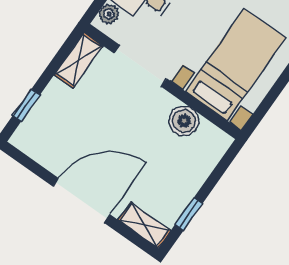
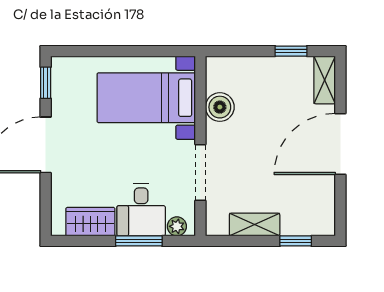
shelving: (79, 60) -> (255, 225), moved
door: (81, 200) -> (340, 144), hinge flipped

